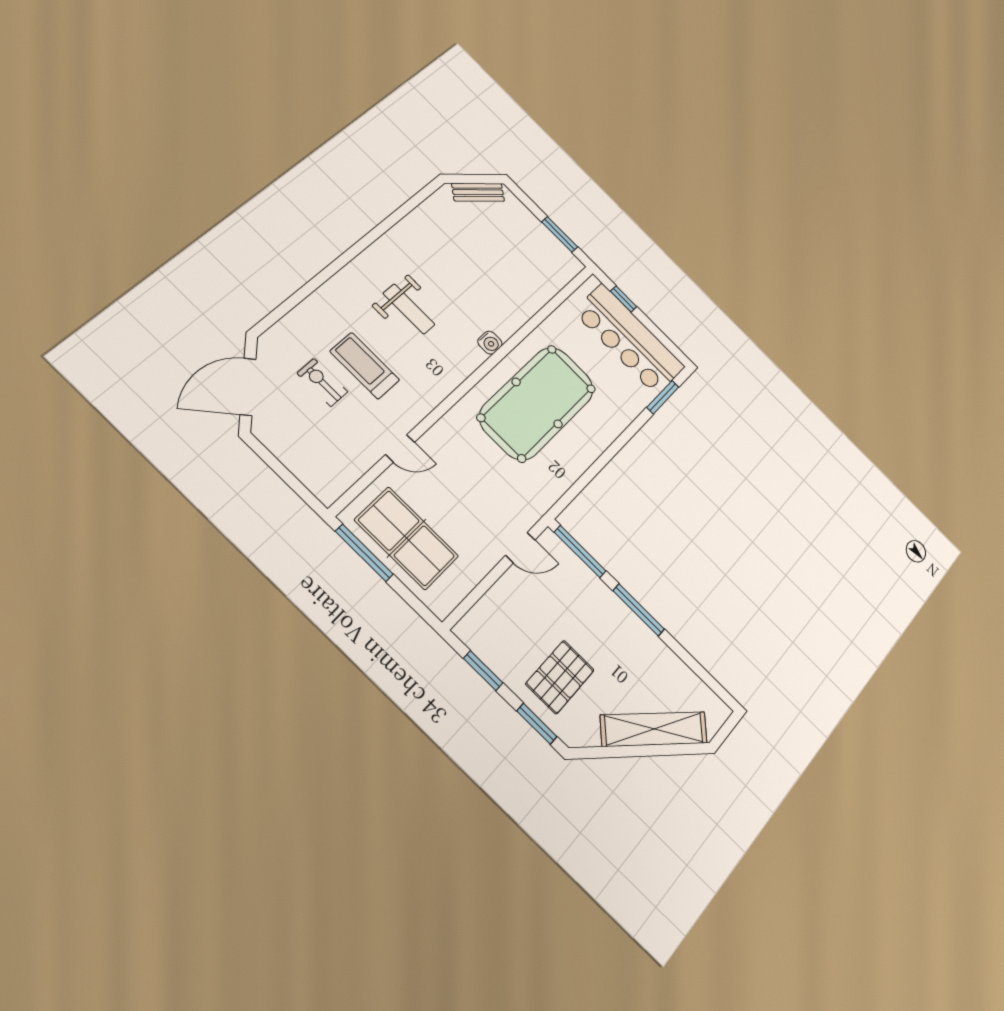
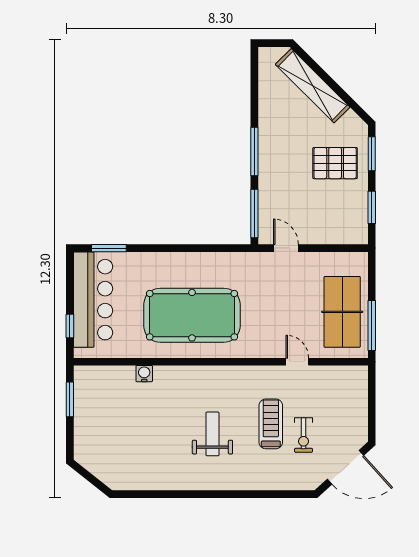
bench: (478, 192) -> (96, 468), removed
water cooler: (490, 343) -> (144, 374), moved
treadmill: (365, 366) -> (271, 424), turned 180

